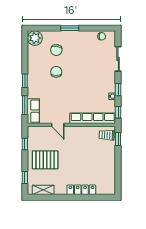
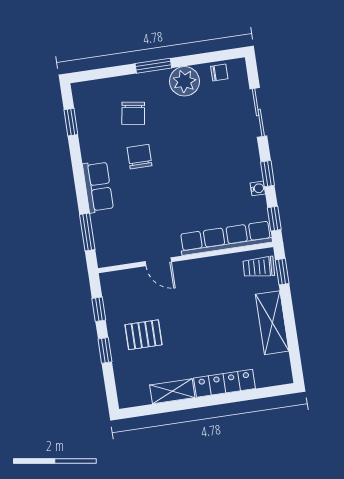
plant: (35, 38) -> (184, 81), moved
window: (25, 81) -> (71, 122), moved
row of seats: (33, 111) -> (98, 187), moved
pallet: (45, 160) -> (144, 335), width x0.67, depth x0.71
shelving: (109, 163) -> (272, 323), added
window: (25, 177) -> (105, 350), moved
shelving: (43, 190) -> (172, 391), moved

